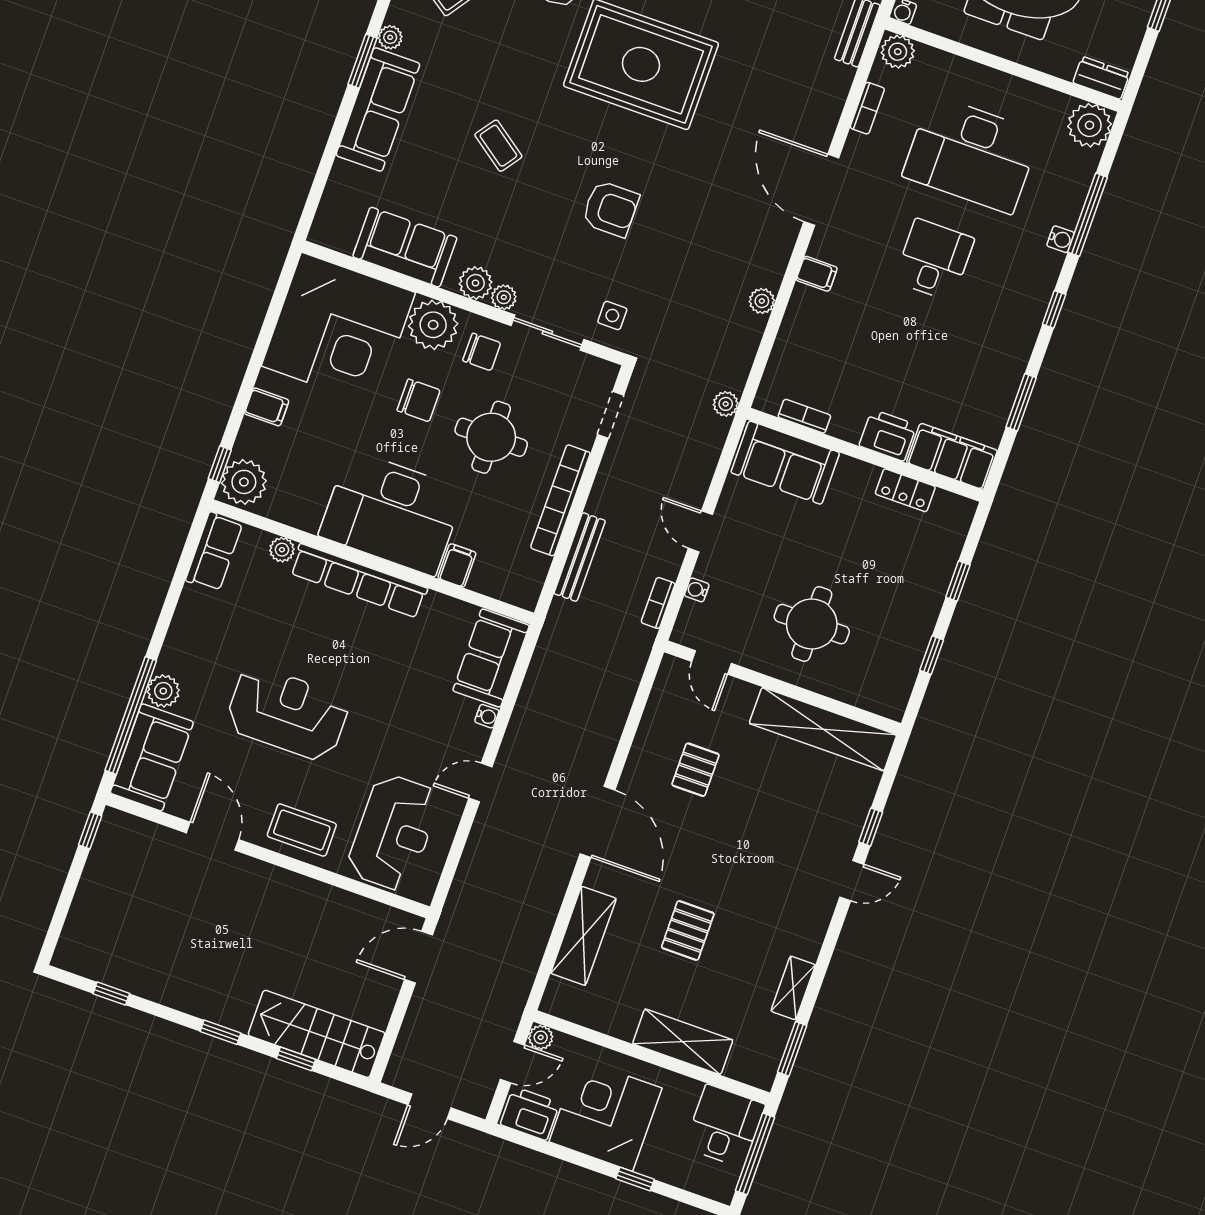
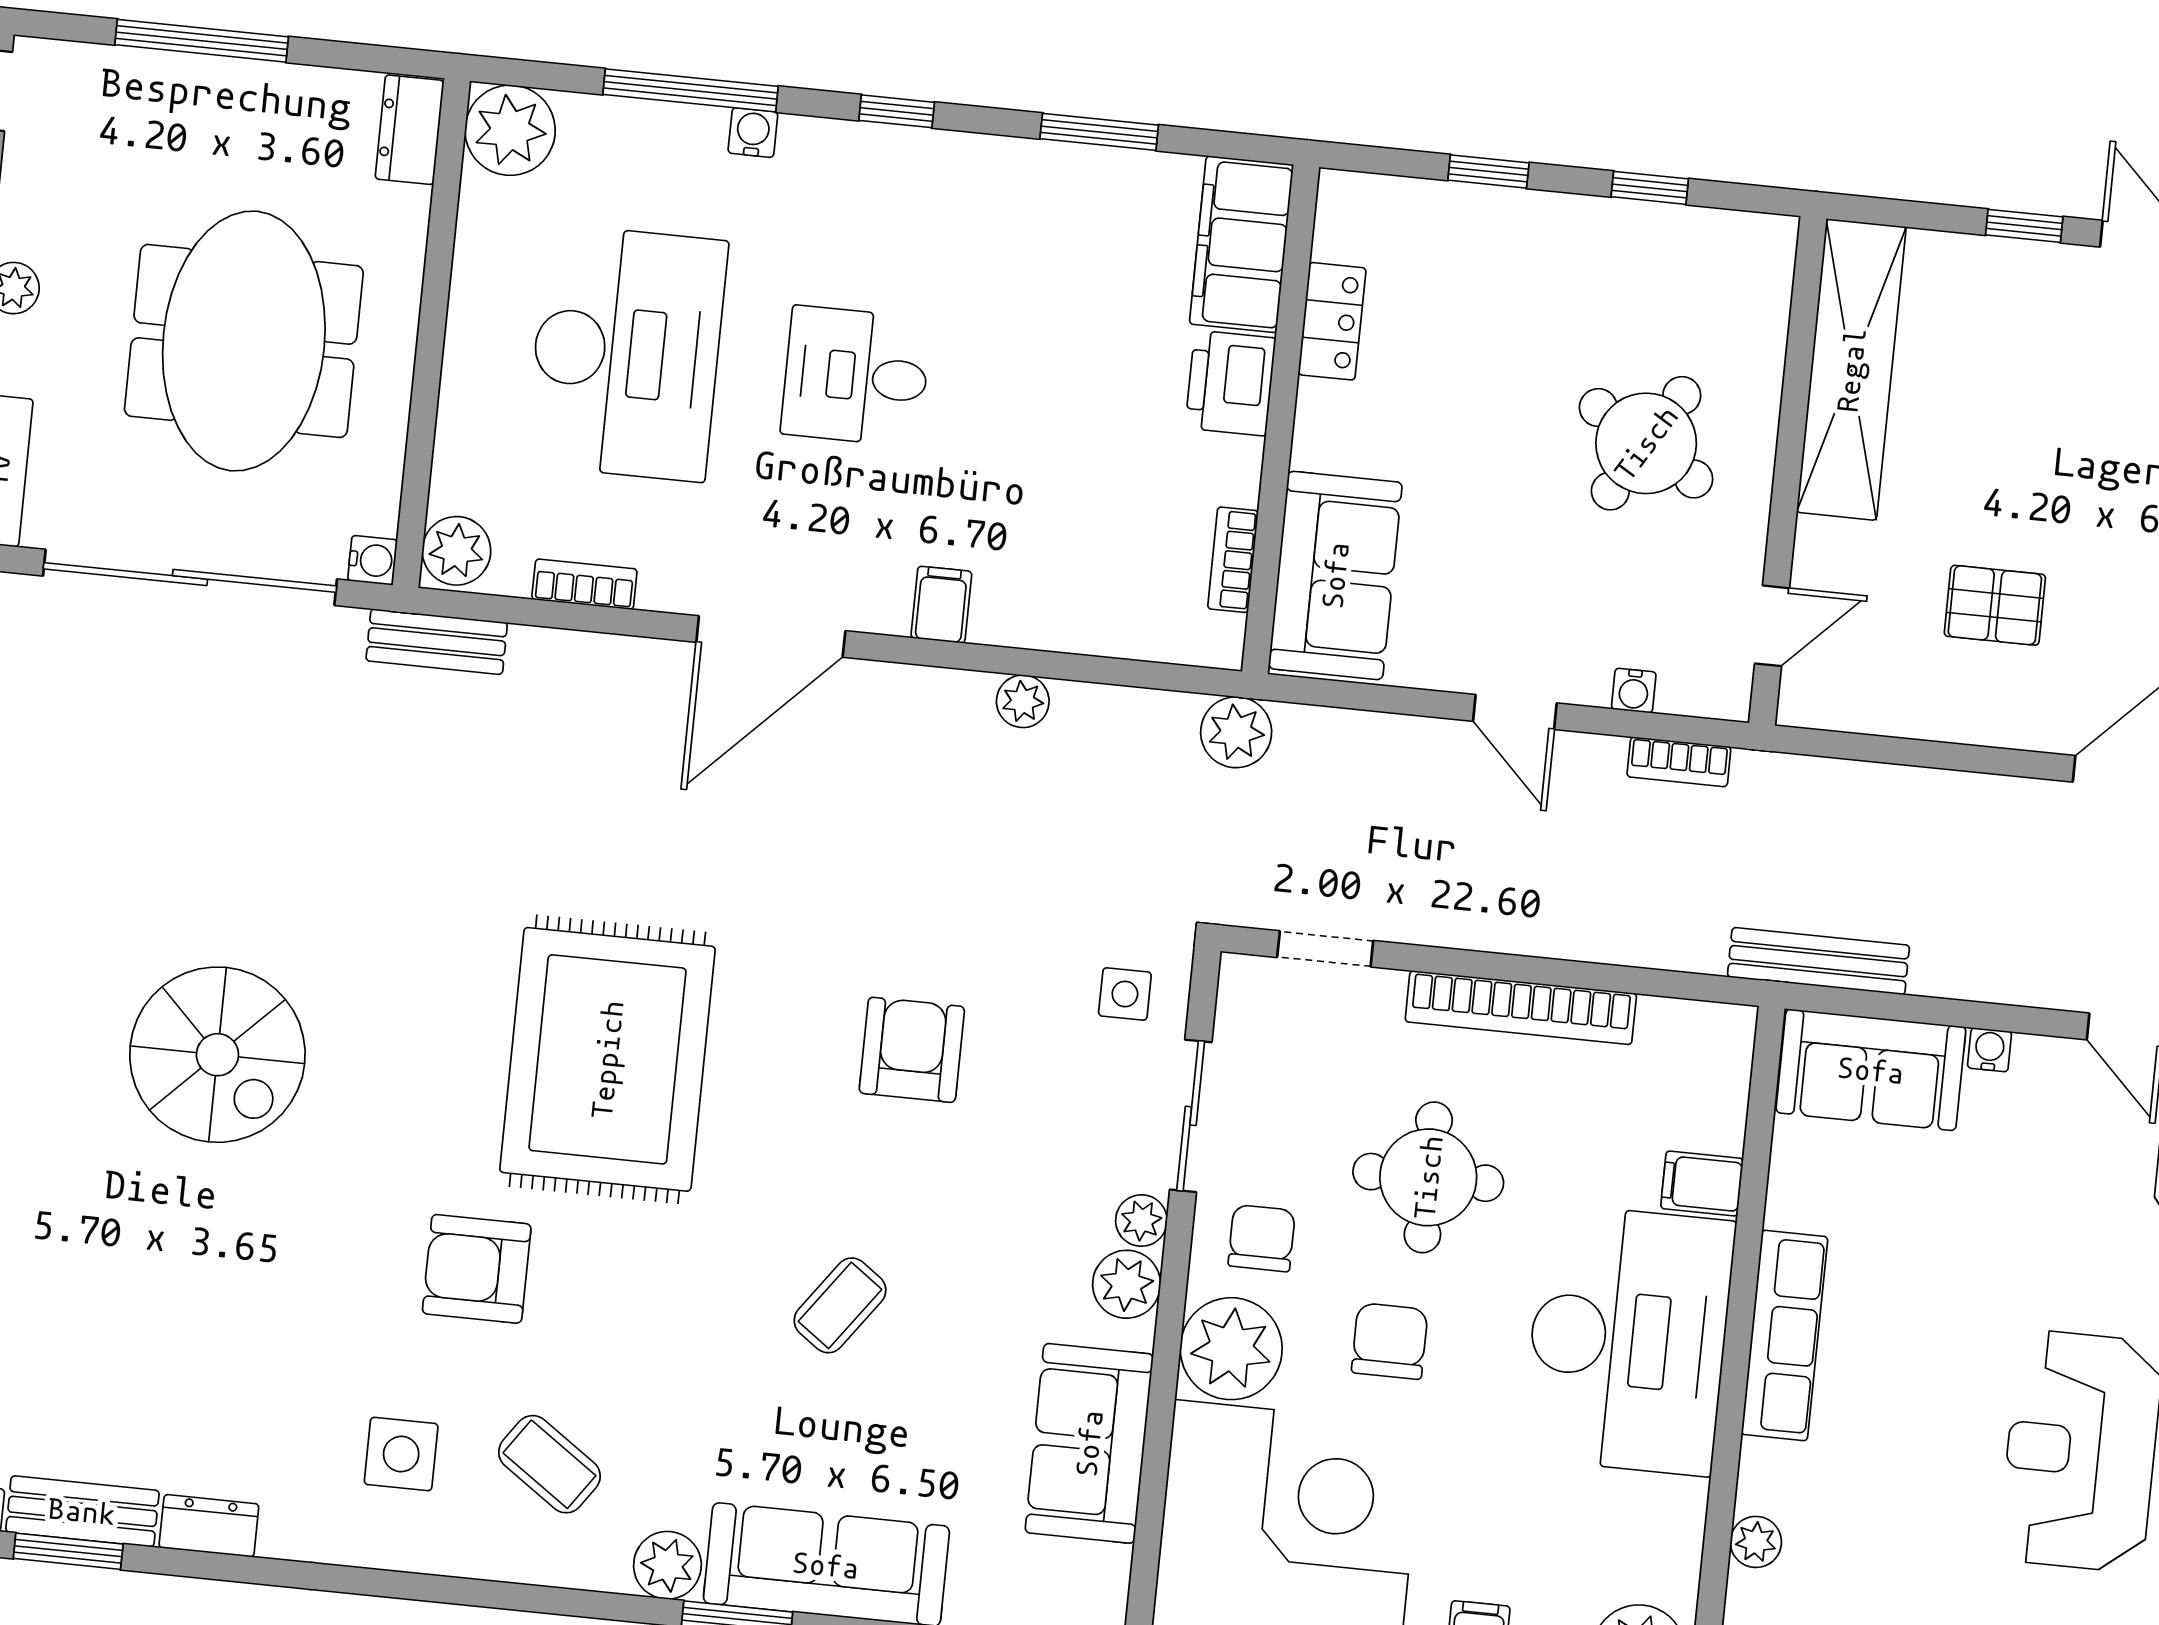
plant: (390, 37) -> (667, 1565), width x1.38, depth x1.38
plant: (726, 404) -> (1236, 732), width x1.38, depth x1.38
door: (700, 531) -> (1515, 712), hinge flipped
bench: (580, 557) -> (1818, 961), moved
row of seats: (359, 581) -> (1784, 1336), width x0.73
round table: (812, 624) -> (1646, 443), turned 31

